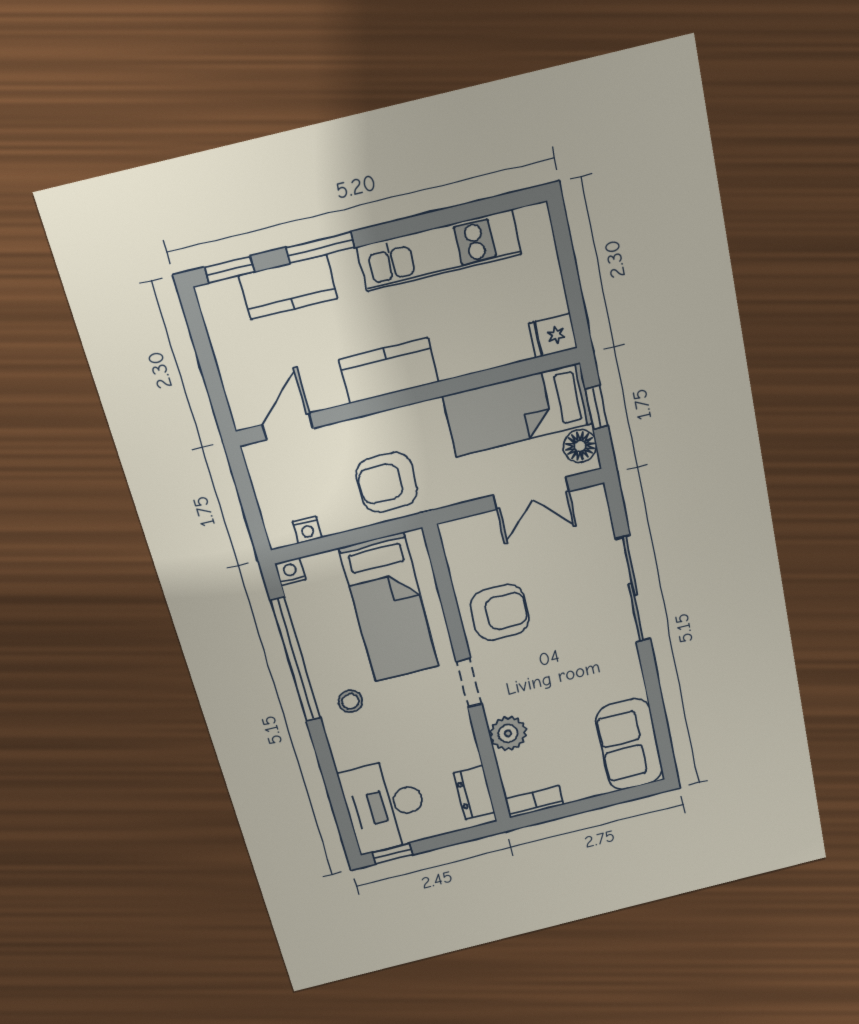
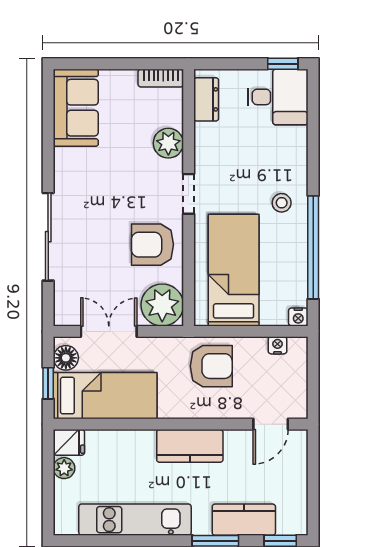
plant: (552, 299) -> (64, 468), added
plant: (470, 543) -> (162, 305), added
desk: (385, 806) -> (278, 97), width x0.73

